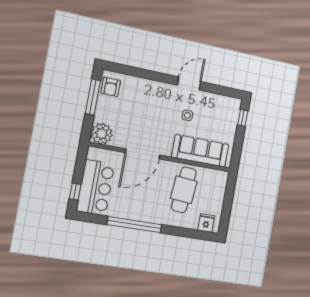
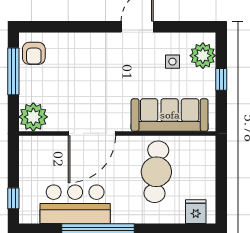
plant: (231, 113) -> (203, 56), added
side table: (187, 115) -> (172, 62), moved
window: (243, 118) -> (221, 79), moved
bar counter: (95, 188) -> (75, 204), moved, turned -90

